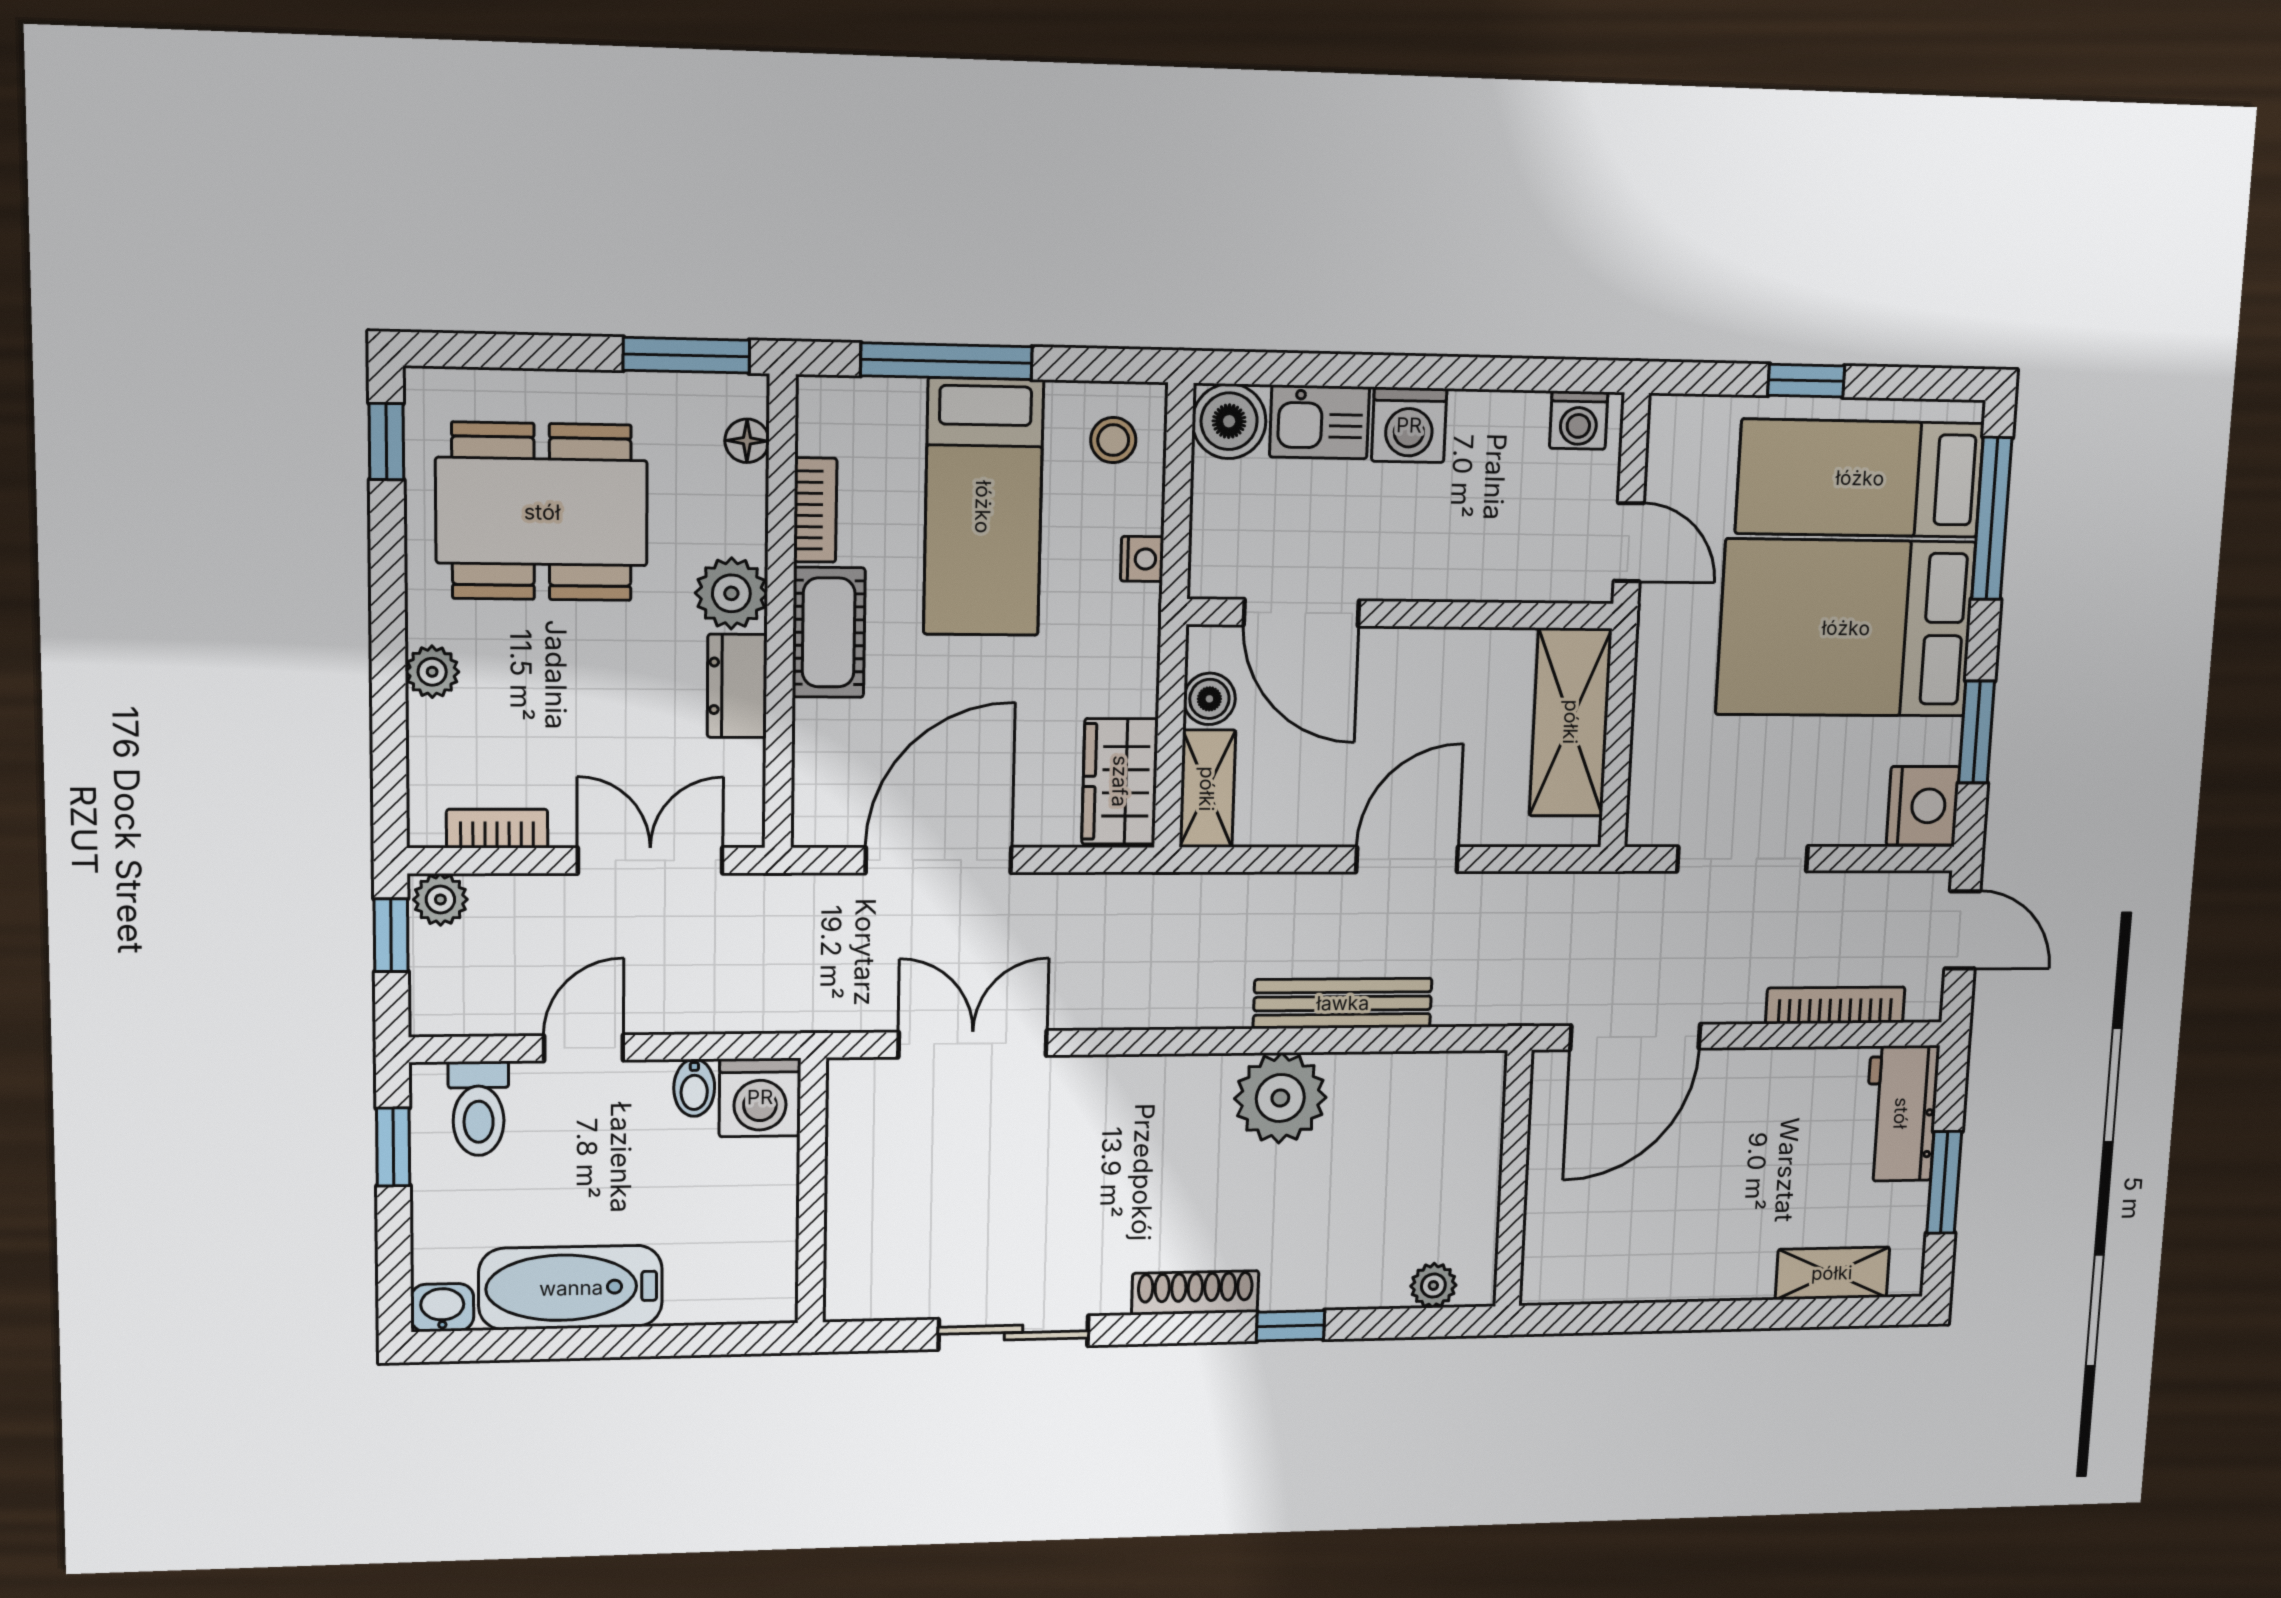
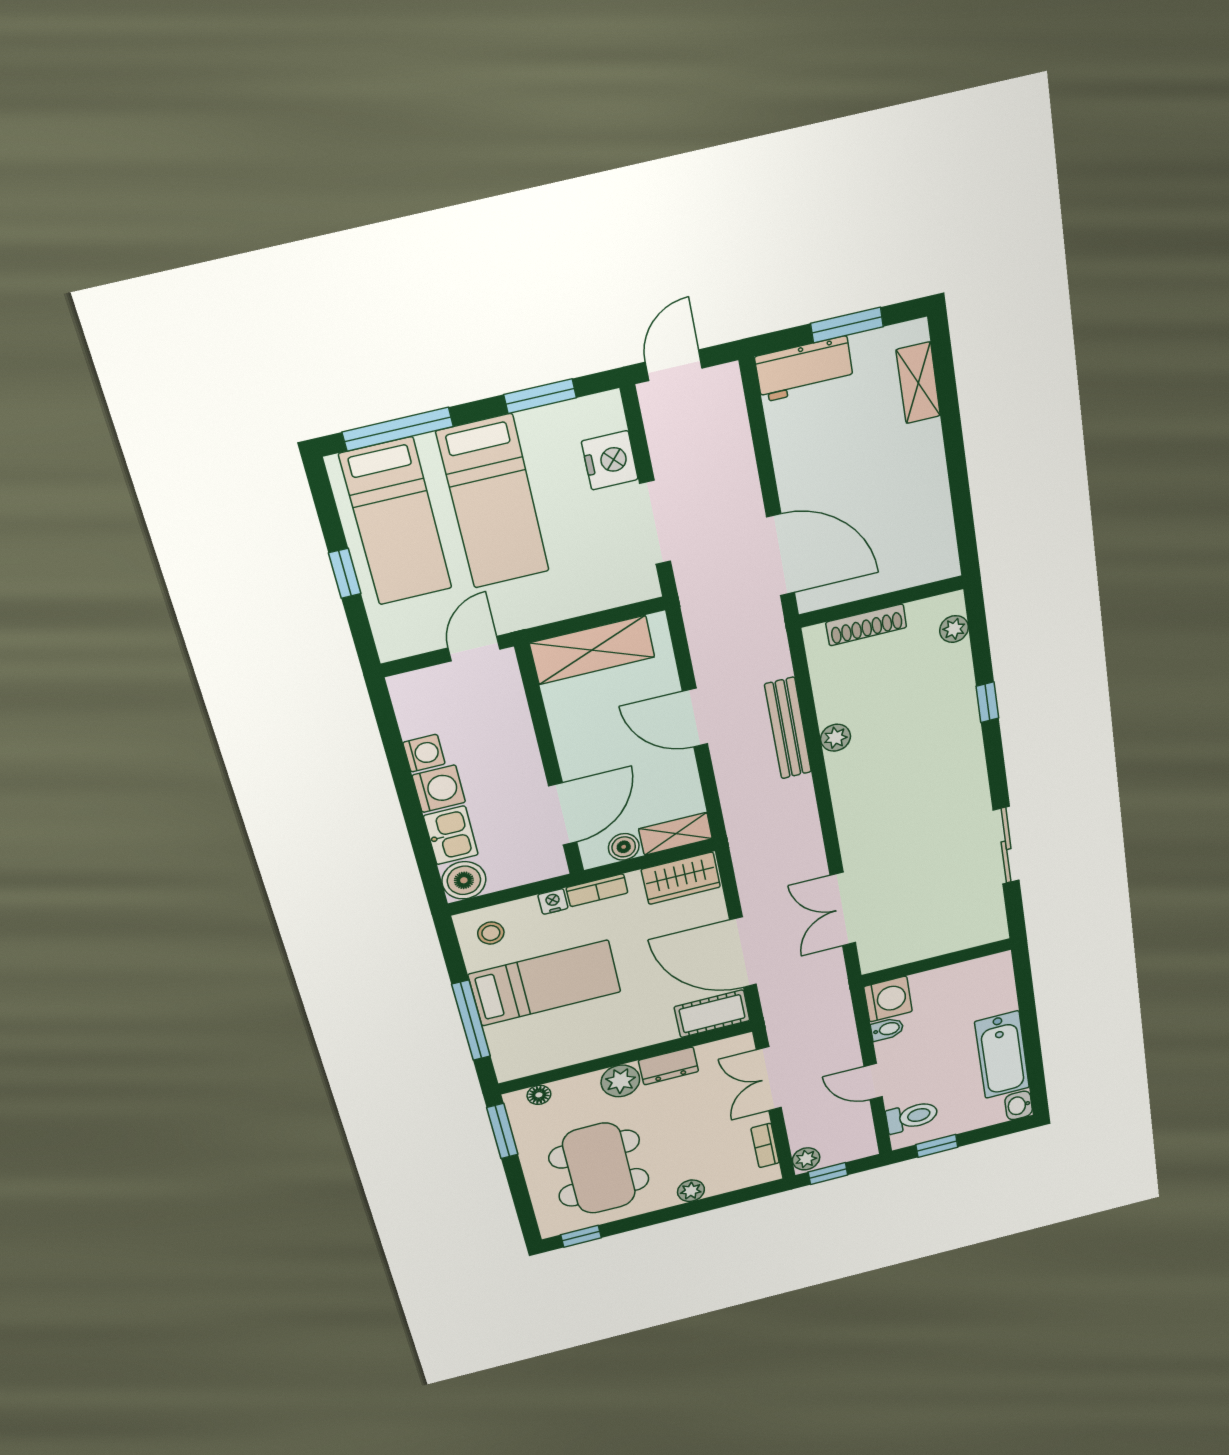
washing machine: (1579, 420) -> (424, 753), moved
bookcase: (815, 510) -> (597, 890), moved, turned 180
bed: (1846, 628) -> (493, 502), width x0.67
cot: (829, 632) -> (712, 1014), moved
nightstand: (1923, 806) -> (610, 460), moved, turned 90
bookcase: (1835, 1005) -> (739, 435), removed
plant: (1280, 1098) -> (835, 738), width x0.53, depth x0.53
shoe rack: (1195, 1293) -> (866, 625), moved, turned -90

